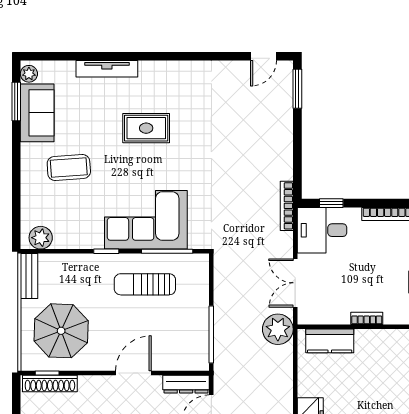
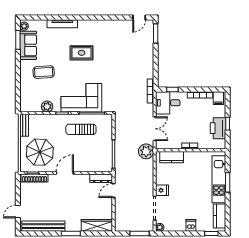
plant: (41, 238) -> (47, 107), moved
double door: (295, 283) -> (155, 129), swing flipped
door: (133, 373) -> (65, 173), moved

